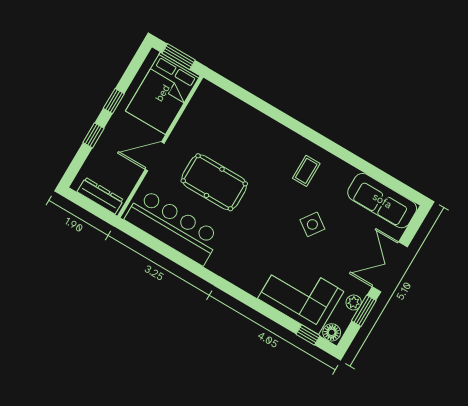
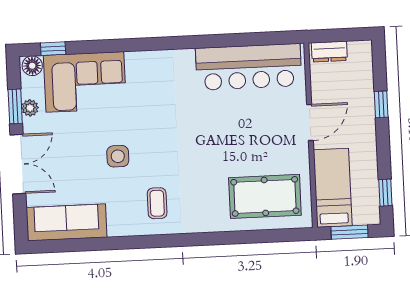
bed: (163, 93) -> (333, 188), width x0.67
window: (114, 101) -> (385, 193), moved
pool table: (214, 182) -> (265, 196), moved
dresser: (100, 196) -> (329, 52), width x0.70
side table: (312, 224) -> (118, 156), turned -35

